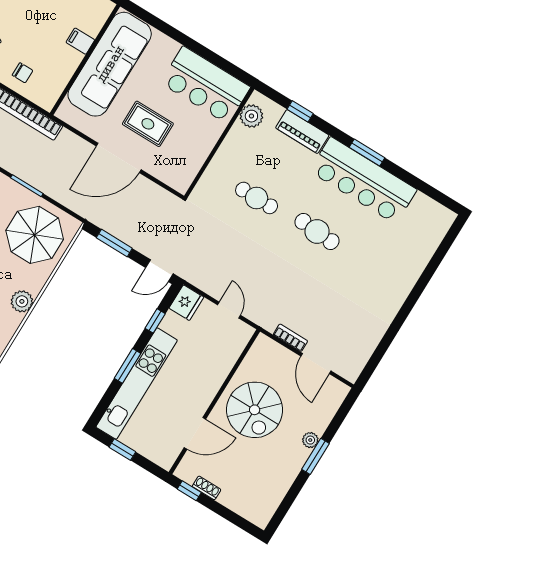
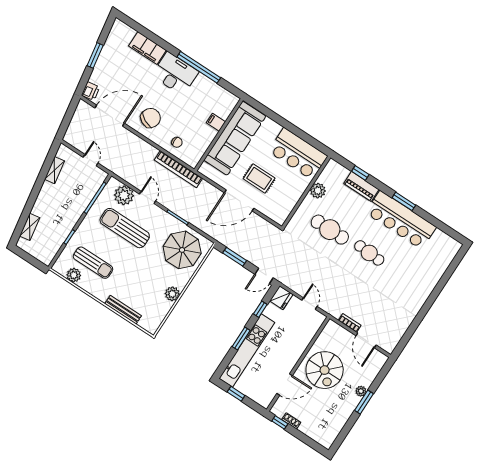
plant: (251, 116) -> (318, 191), moved
cafe table: (257, 198) -> (330, 230), width x1.37, depth x1.35

